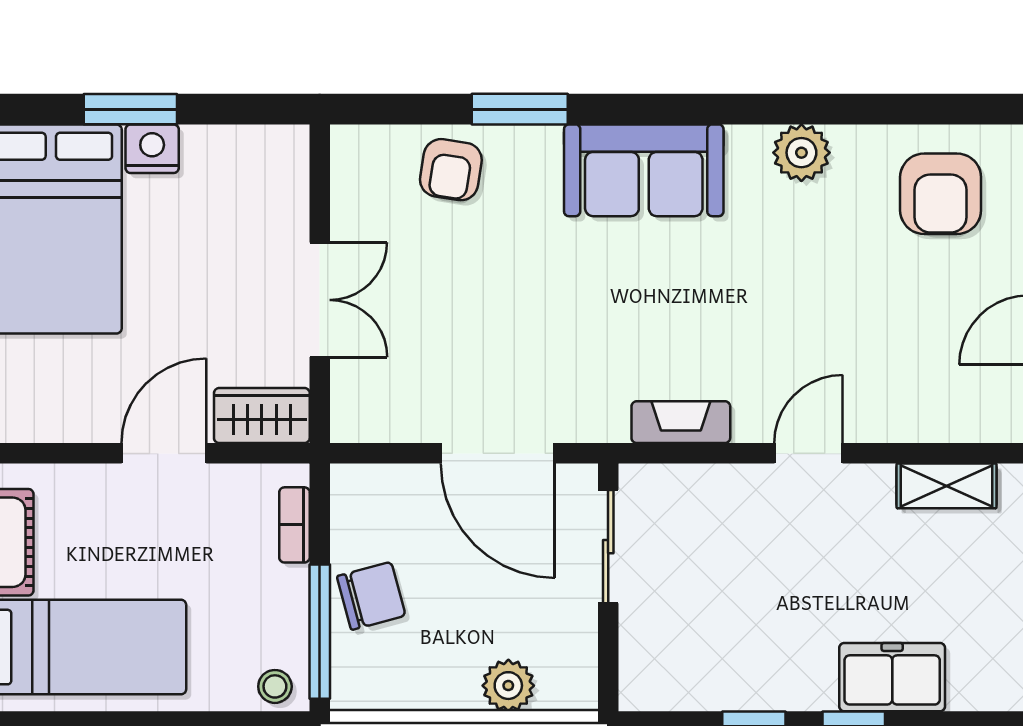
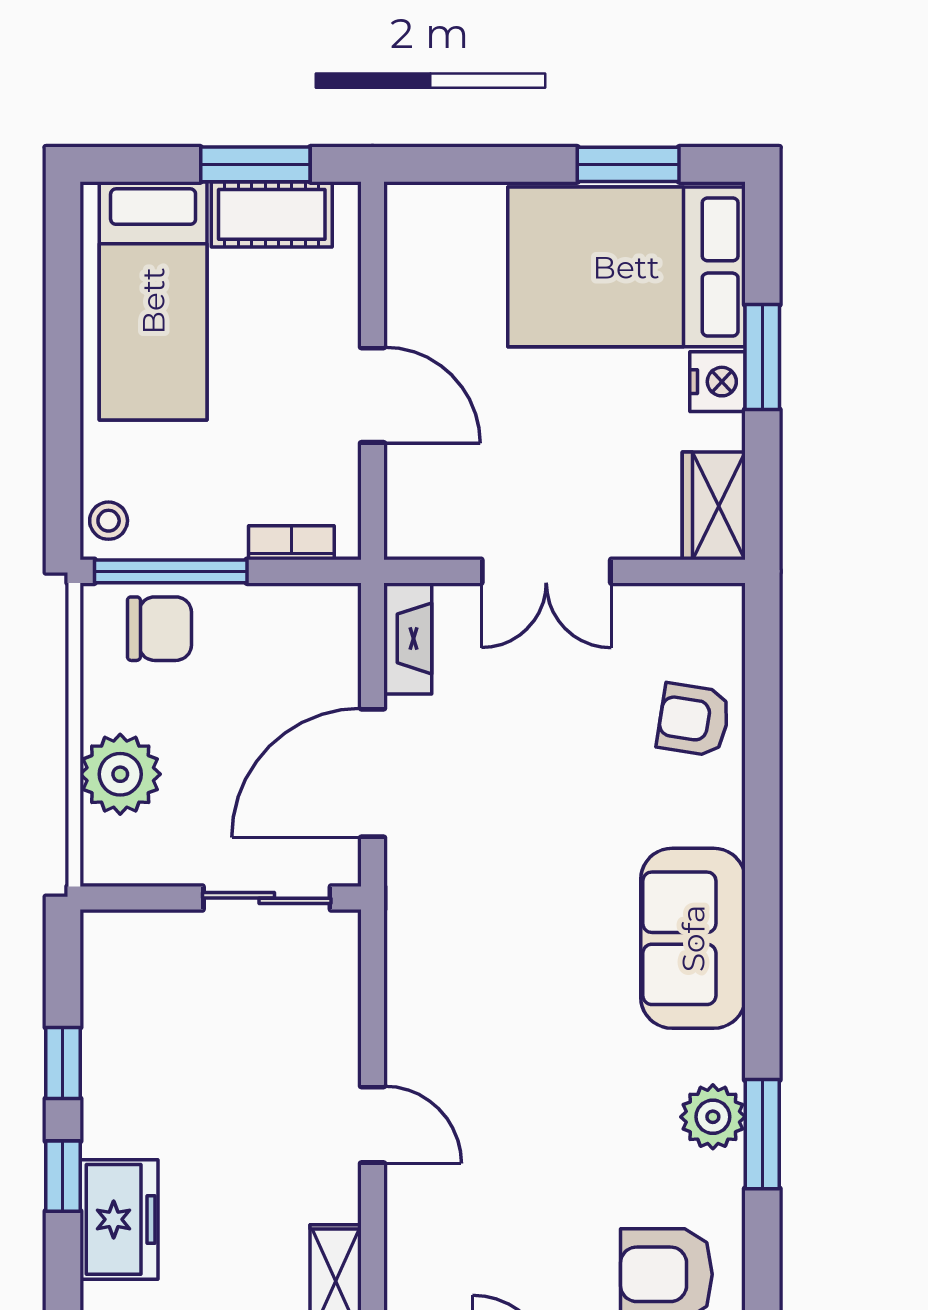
window: (520, 109) -> (762, 1134), moved
wardrobe: (262, 416) -> (714, 506), moved, turned 180
fireplace: (681, 422) -> (408, 638), moved
chair: (371, 596) -> (159, 629), moved, turned -75
plant: (508, 686) -> (120, 774), width x1.36, depth x1.36

